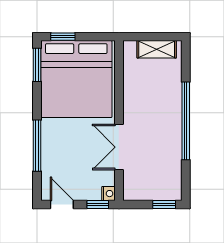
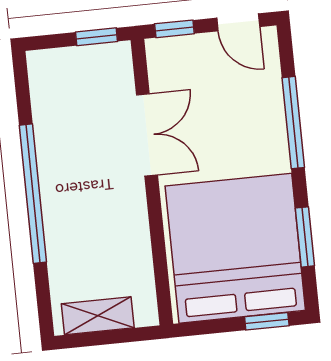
window: (37, 65) -> (305, 237), moved
nightstand: (108, 194) -> (157, 50), removed
window: (164, 204) -> (97, 37), moved

